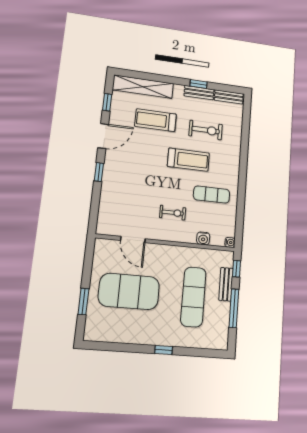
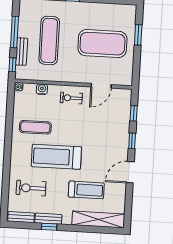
window: (107, 102) -> (134, 113), moved
exercise bike: (206, 130) -> (31, 188), moved
treadmill: (188, 160) -> (56, 157), width x1.37, depth x1.38
exercise bike: (173, 213) -> (71, 98), moved
door: (133, 240) -> (101, 86), swing flipped

